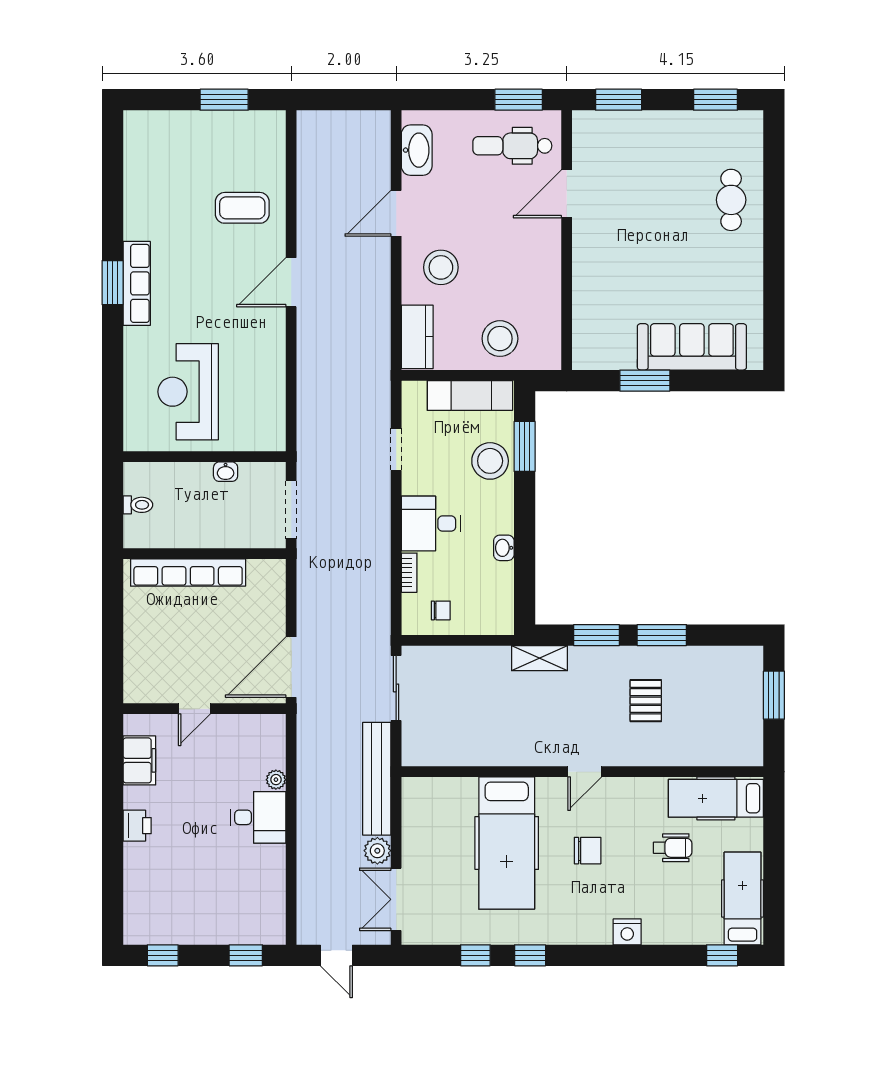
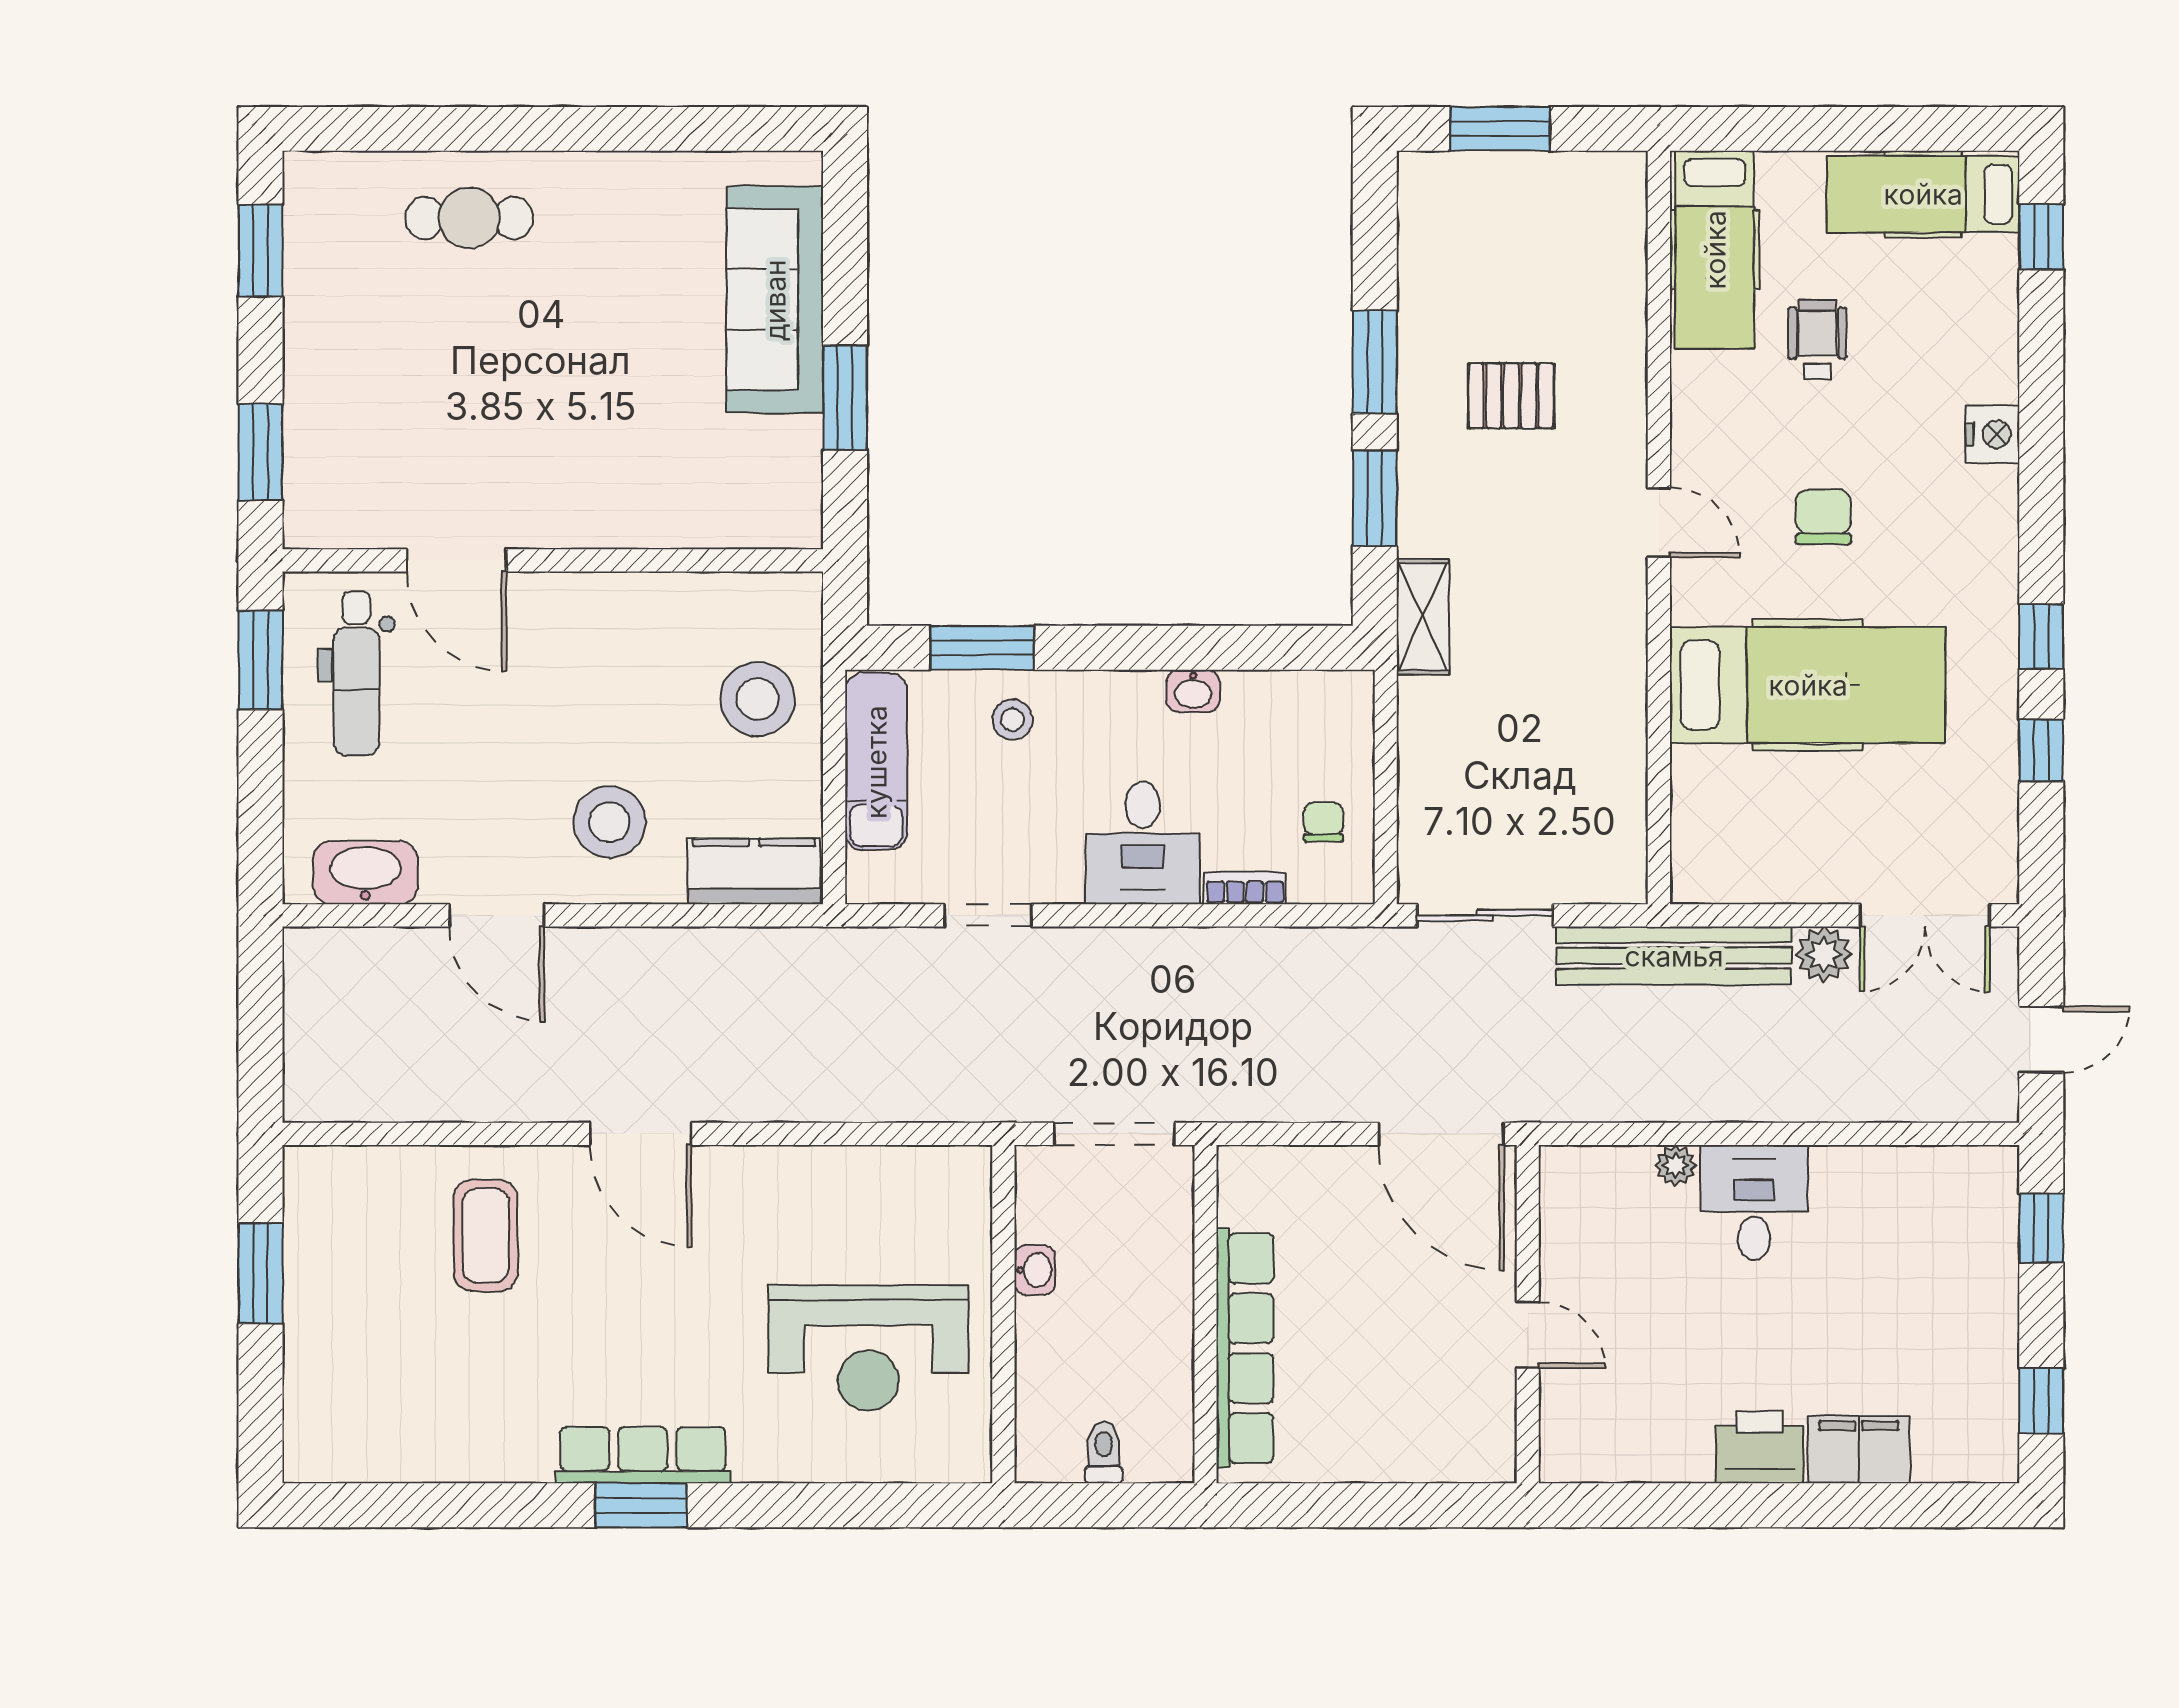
stool: (490, 461) -> (1012, 720), width x0.53, depth x0.53
filing cabinet: (139, 760) -> (1859, 1449), moved
printer: (137, 826) -> (1760, 1447), width x1.36, depth x1.24

